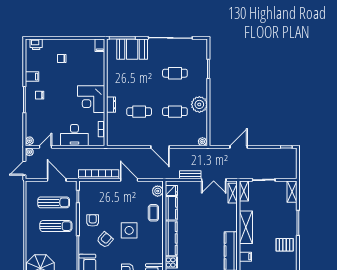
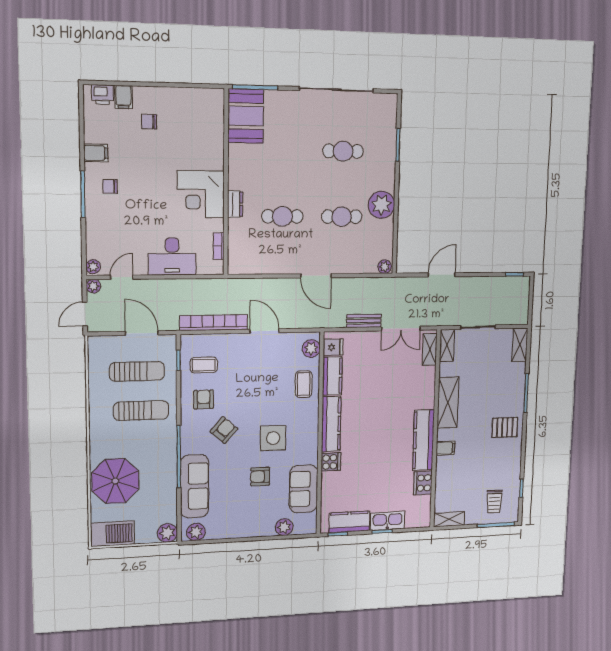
filing cabinet: (100, 45) -> (123, 97), moved
booth: (132, 49) -> (246, 116), moved, turned 90
coffee table: (93, 200) -> (204, 365), added
side table: (129, 230) -> (273, 438), moved

